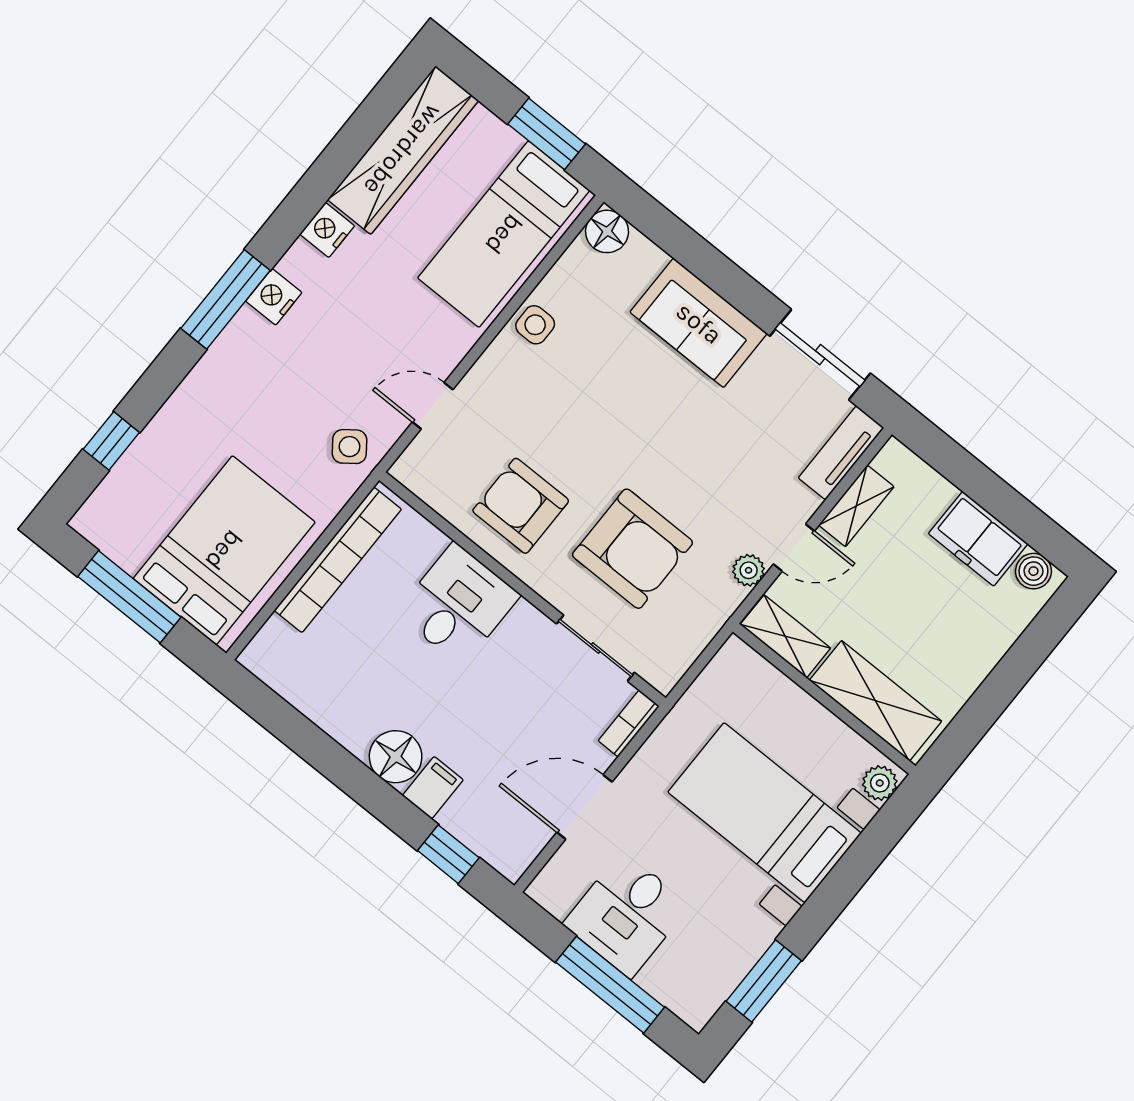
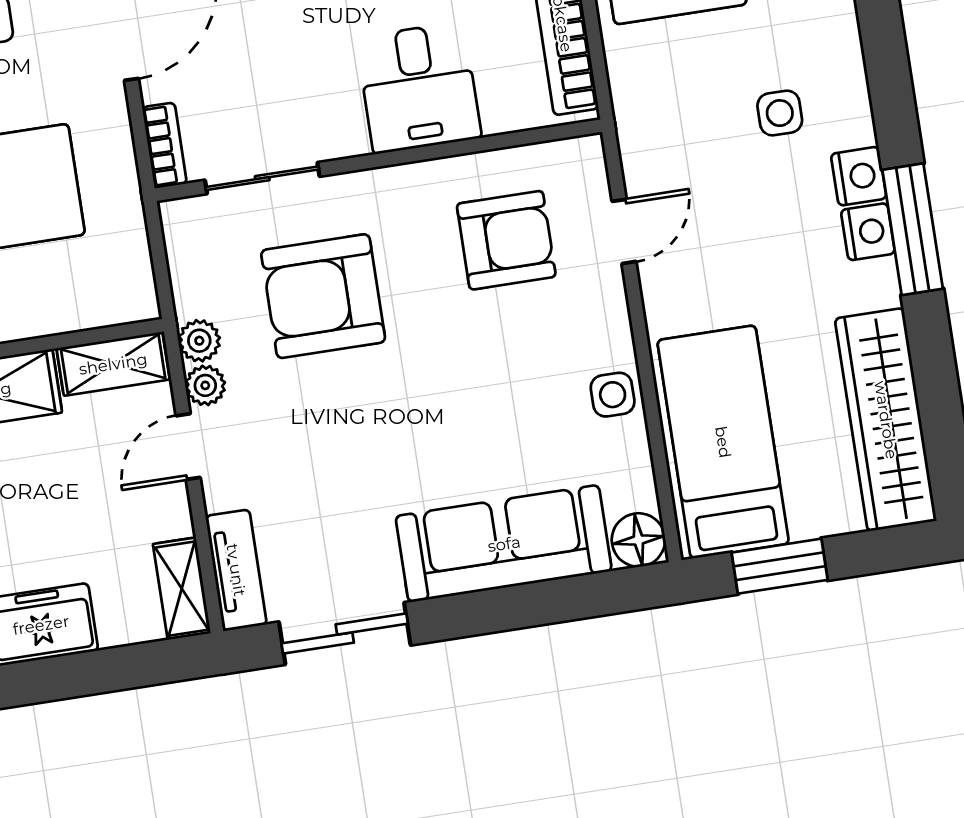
nightstand: (327, 230) -> (868, 232), moved
window: (225, 299) -> (913, 229), moved
sofa: (699, 323) -> (504, 544), width x1.36
side table: (350, 447) -> (780, 113), moved, turned 37
armchair: (521, 506) -> (506, 240), moved
shelving: (856, 506) -> (182, 589), moved
plant: (725, 598) -> (199, 341), added

